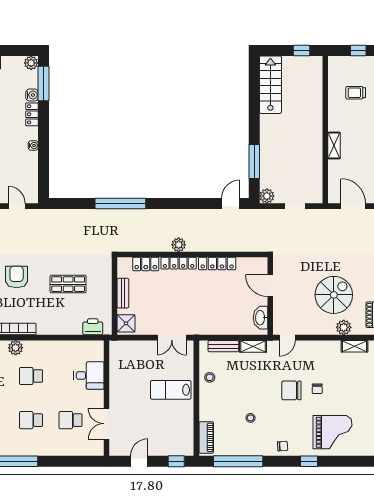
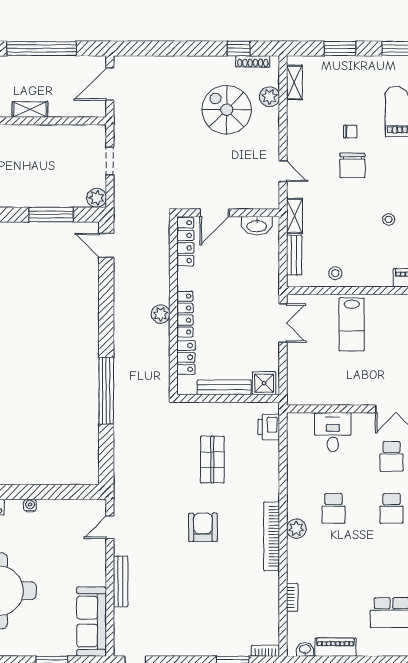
locker: (217, 264) -> (185, 242), moved
armchair: (17, 277) -> (203, 527), turned 90
door: (270, 286) -> (214, 213), moved
bench: (123, 293) -> (224, 387), width x1.36
wall: (270, 296) -> (228, 213), moved
washbasin: (261, 318) -> (257, 226), moved

